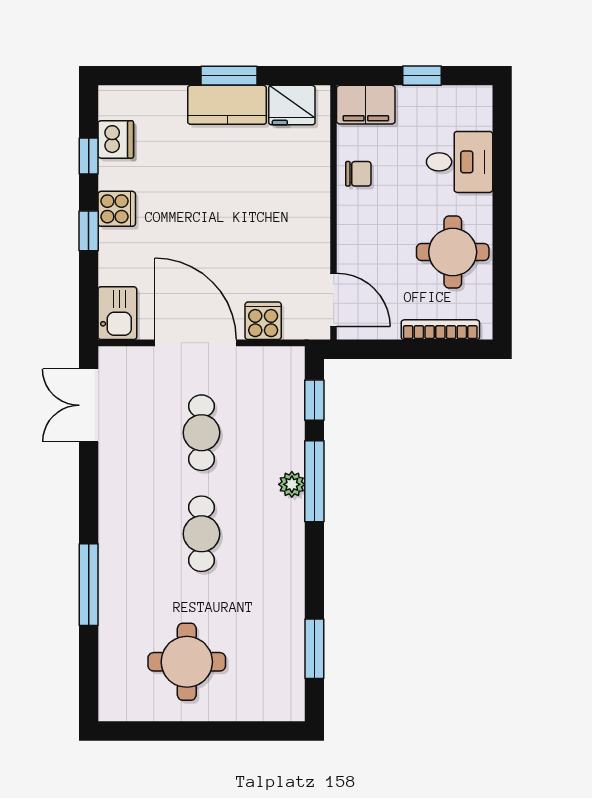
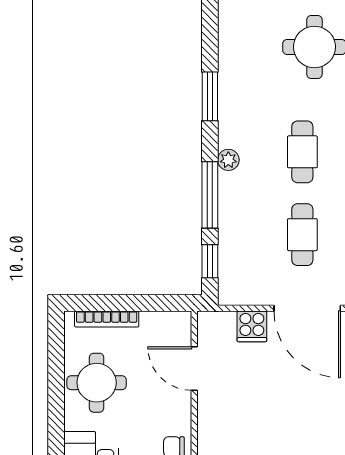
door: (334, 300) -> (194, 369), moved
plant: (292, 484) -> (228, 160), moved
window: (314, 649) -> (210, 96), moved

